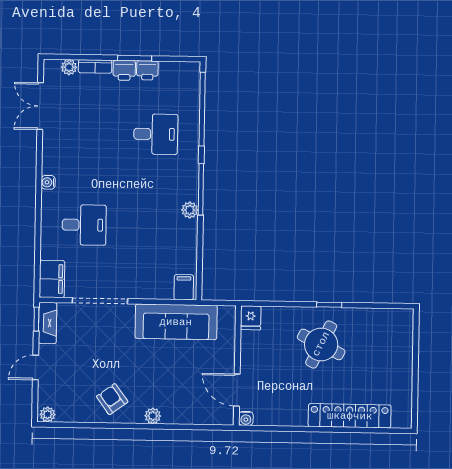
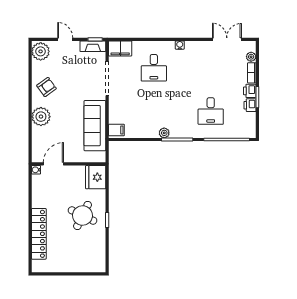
fridge: (251, 318) -> (96, 177), width x1.88, depth x1.34
plant: (48, 414) -> (41, 51), width x1.88, depth x1.88
plant: (153, 416) -> (41, 117), width x1.87, depth x1.87

